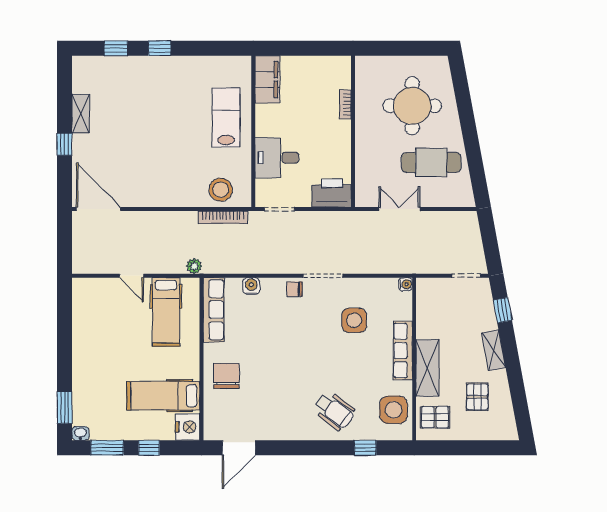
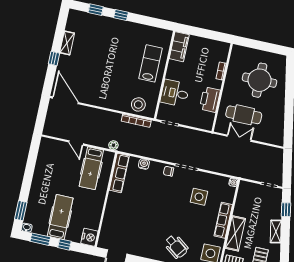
cafe table: (431, 163) -> (244, 115), moved
printer: (332, 193) -> (210, 100), moved, turned -90
chair: (226, 376) -> (118, 213), removed
hospital bed: (163, 396) -> (60, 217), moved, turned 90

